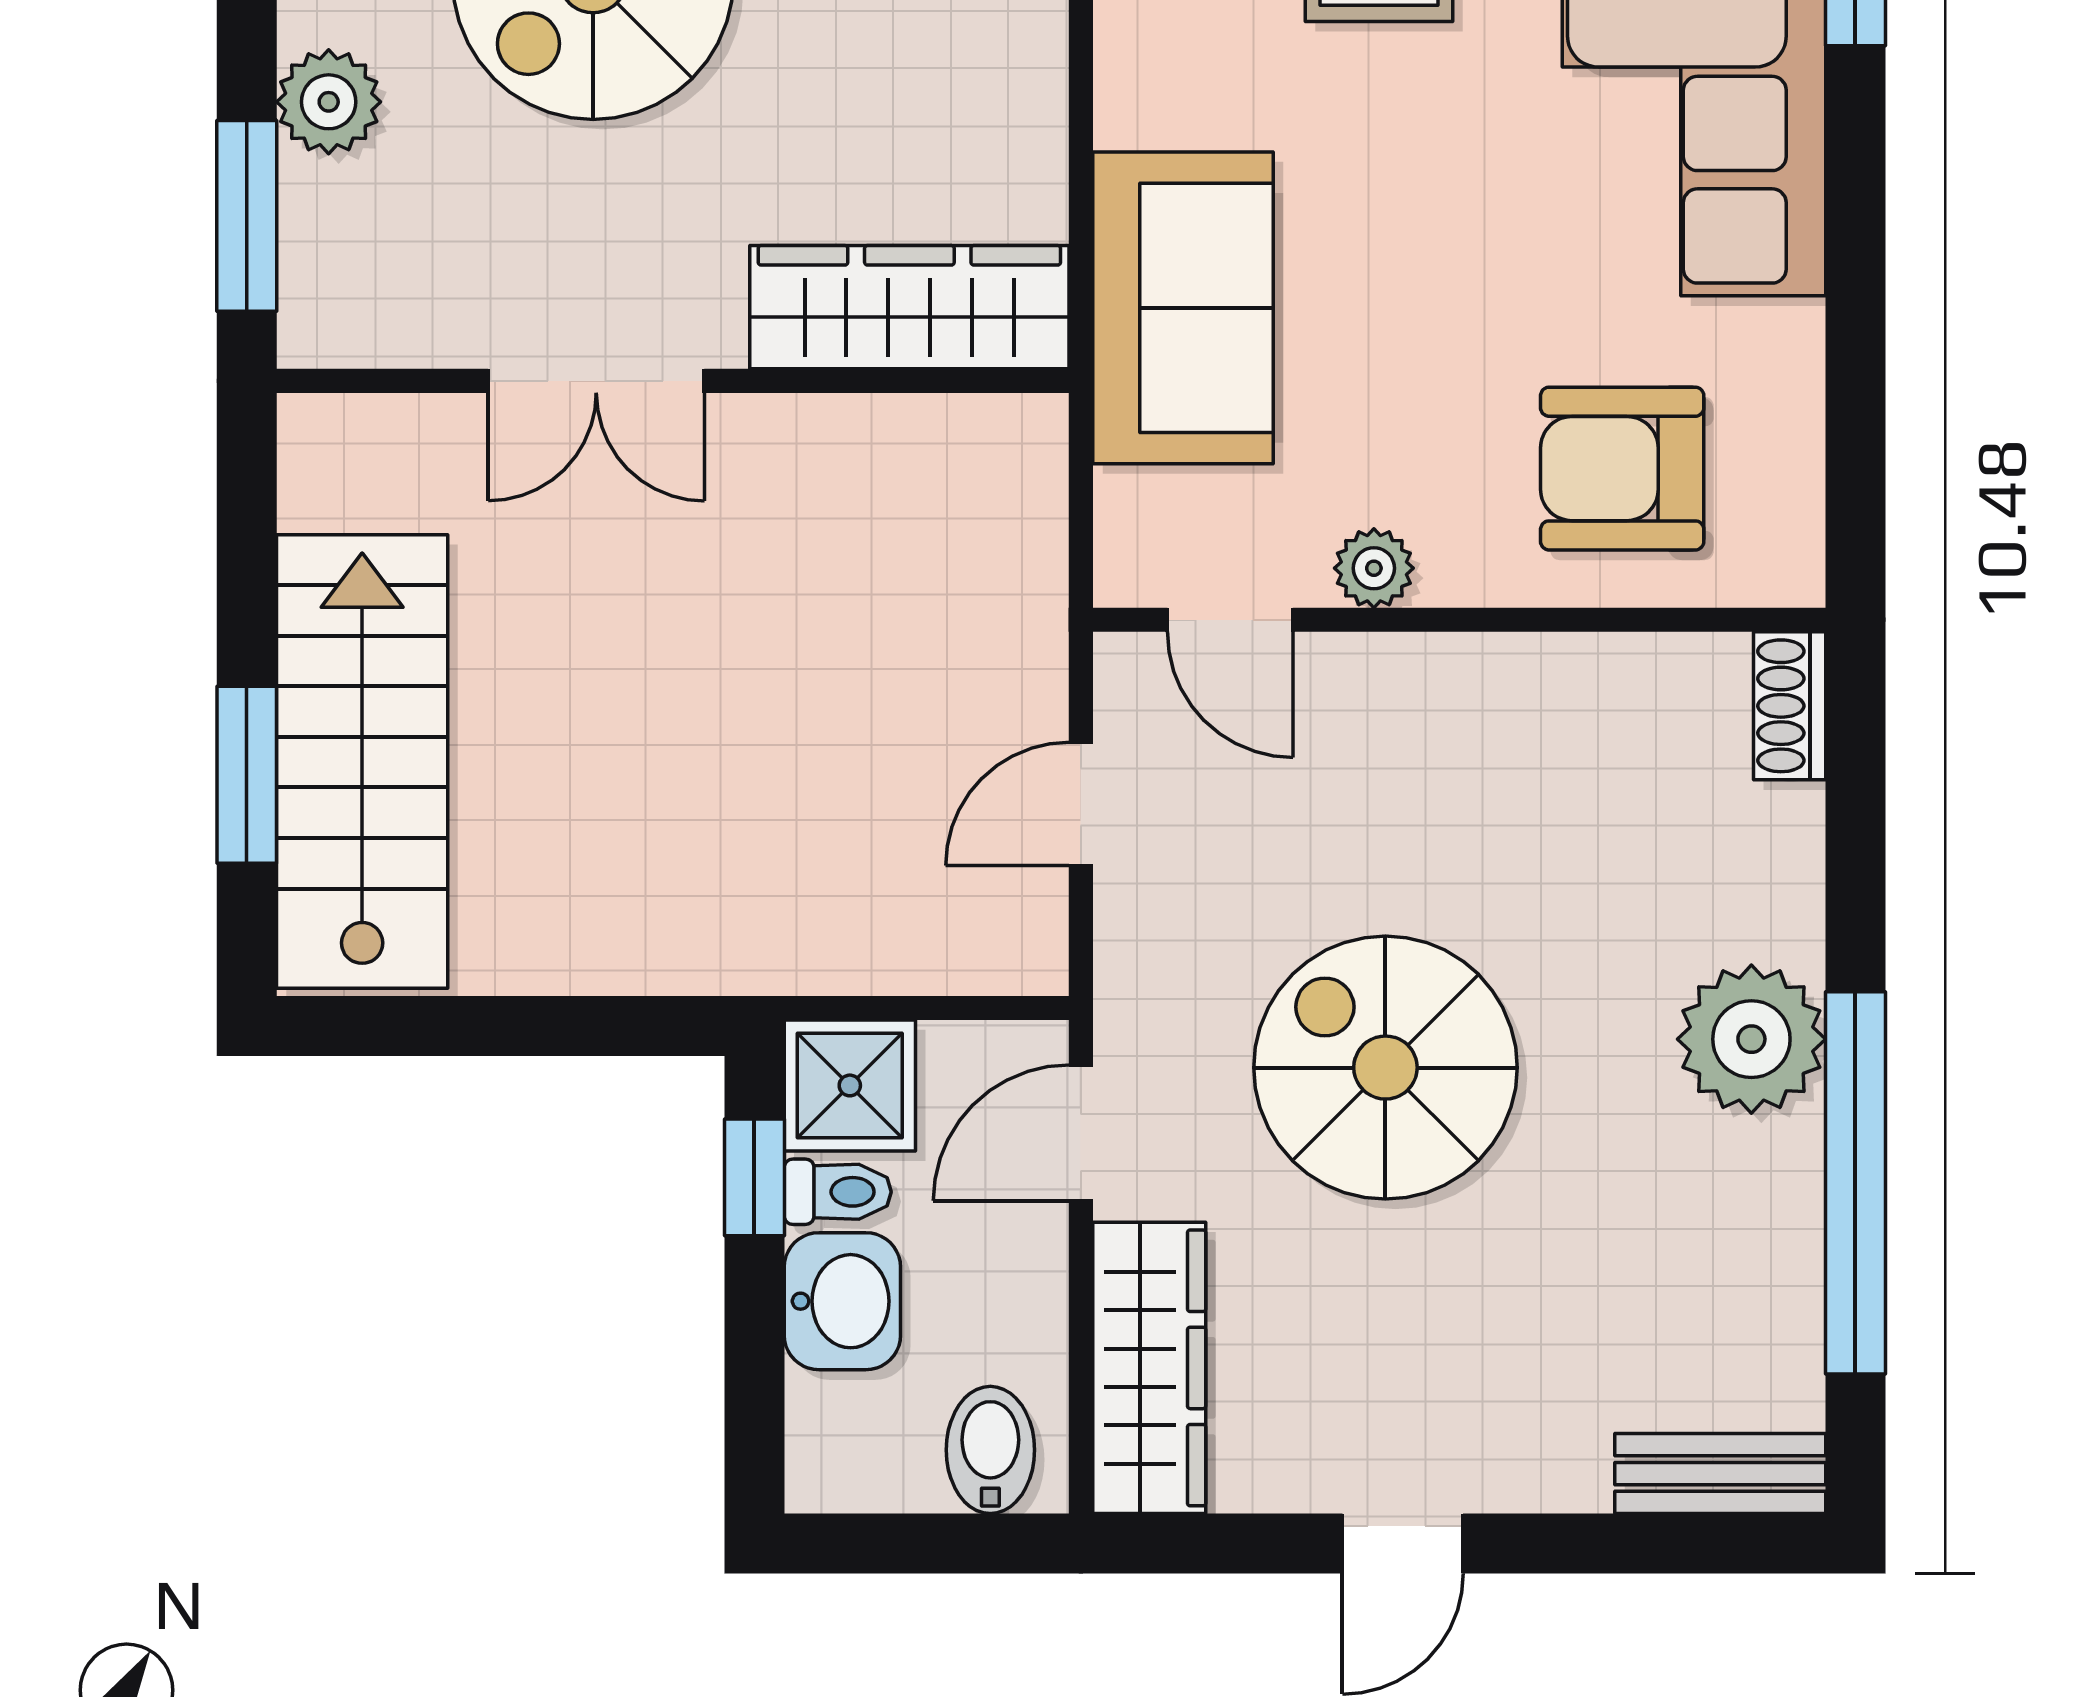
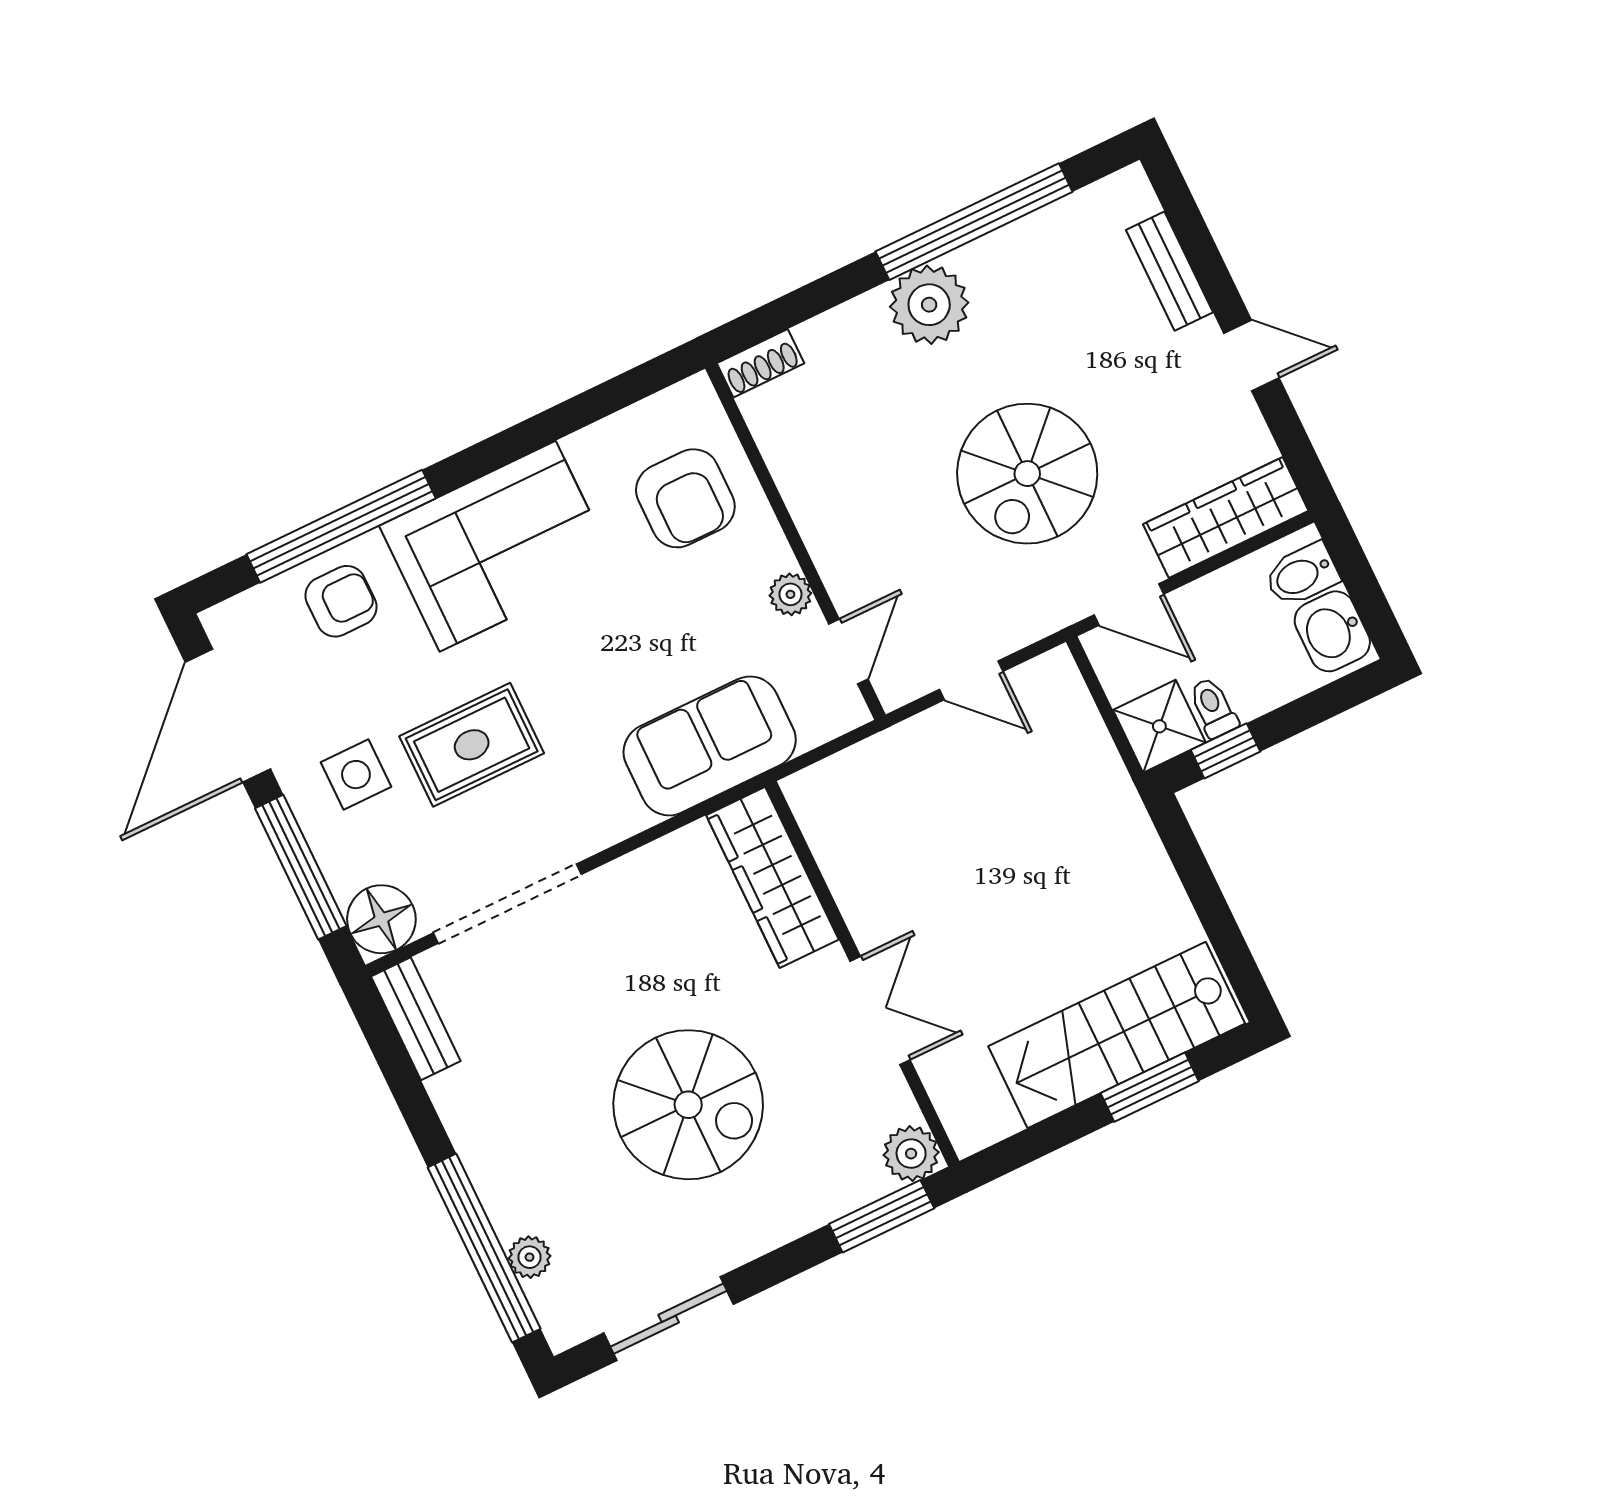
plant: (329, 102) -> (911, 1154), moved
washbasin: (842, 1301) -> (1332, 631), moved, turned -90
bench: (1720, 1474) -> (1169, 271), moved

